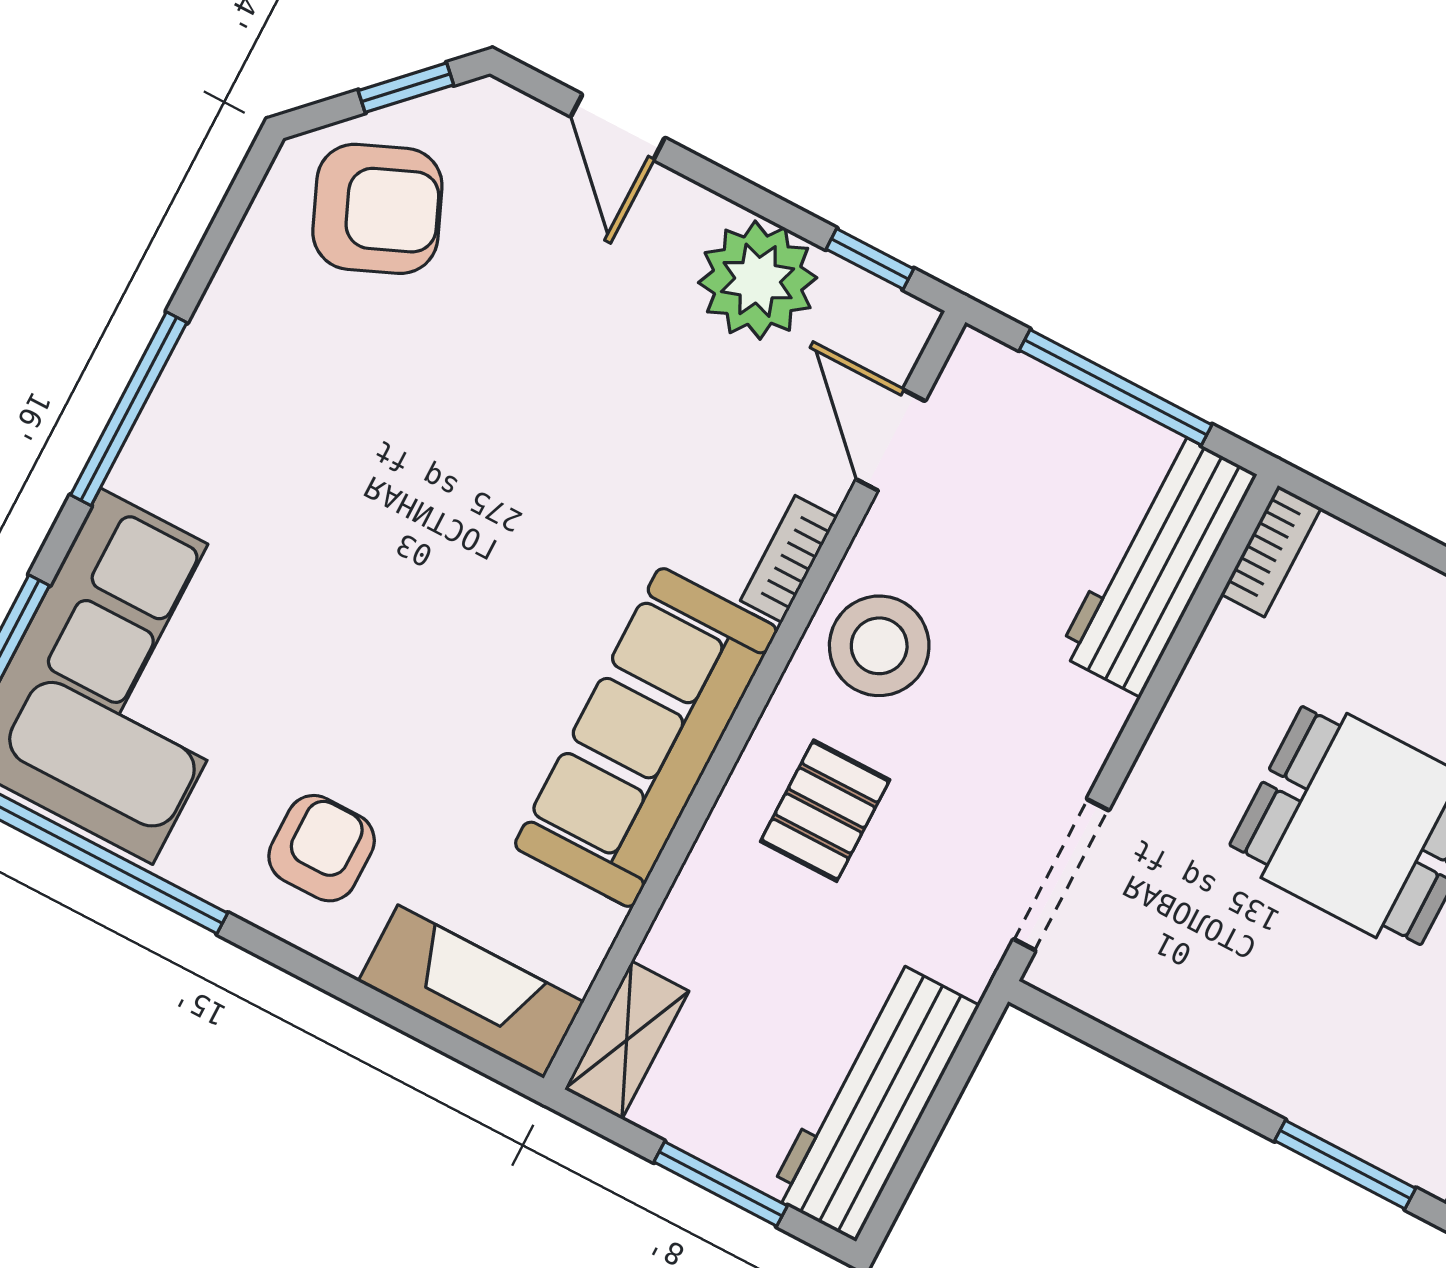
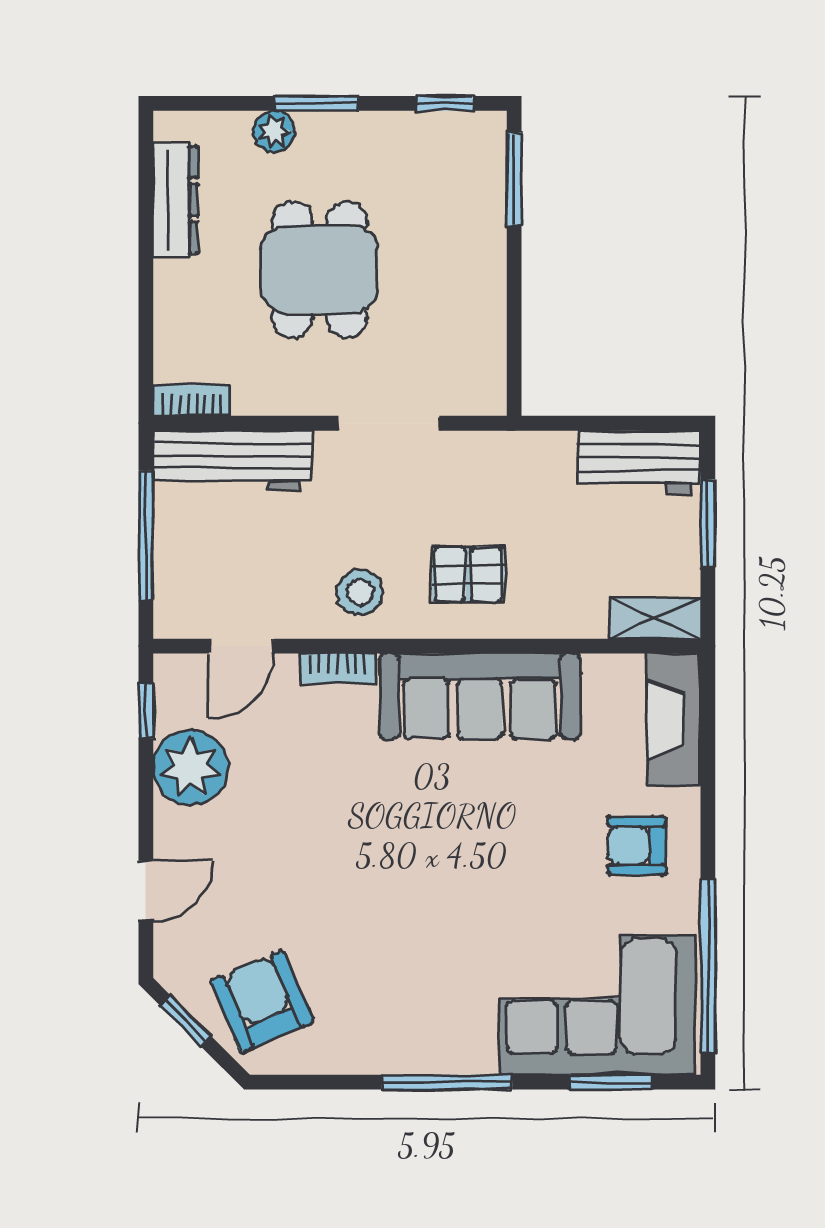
stool: (879, 646) -> (360, 592), width x0.73, depth x0.73
doorway: (1061, 875) -> (389, 423), moved
workbench: (874, 1100) -> (639, 462), width x0.73

